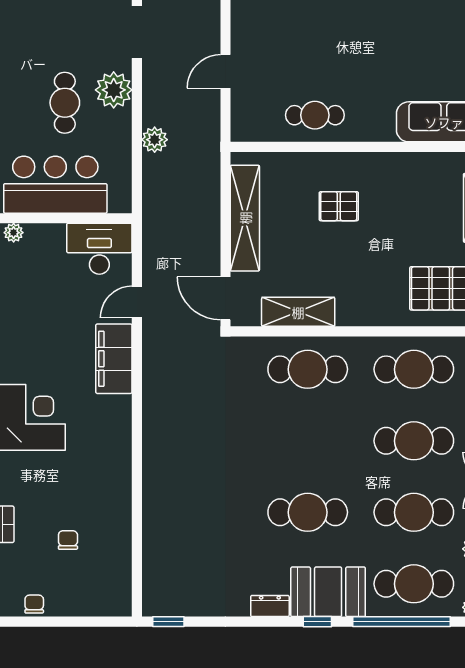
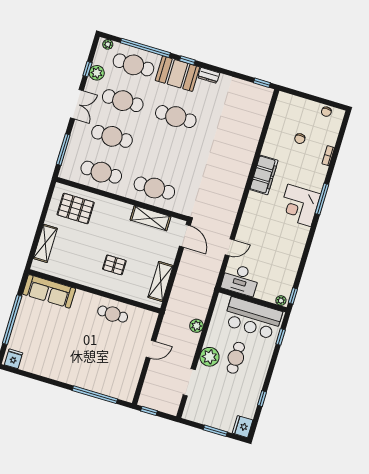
shelving: (245, 218) -> (161, 281), width x0.68
filing cabinet: (114, 359) -> (264, 175), moved

